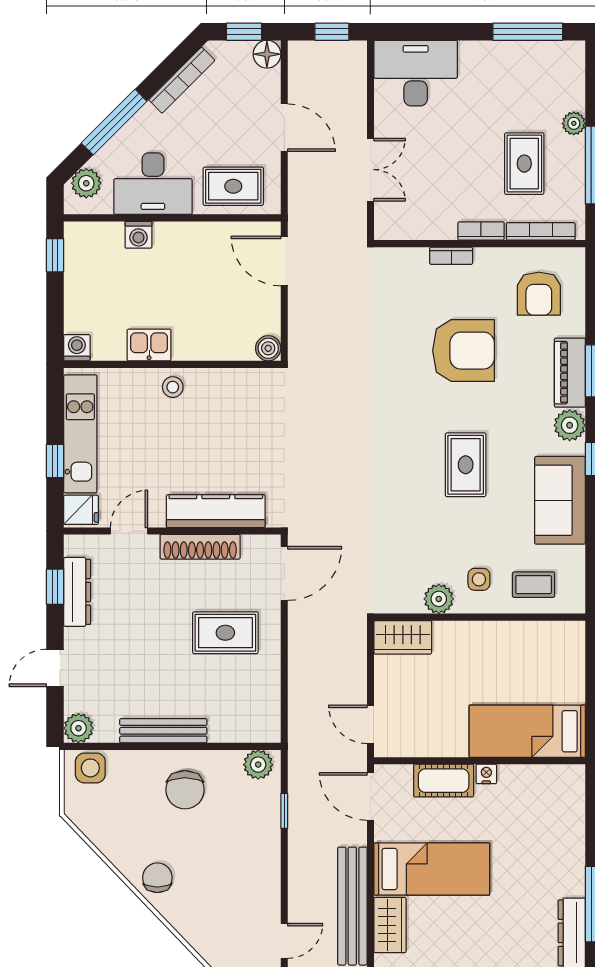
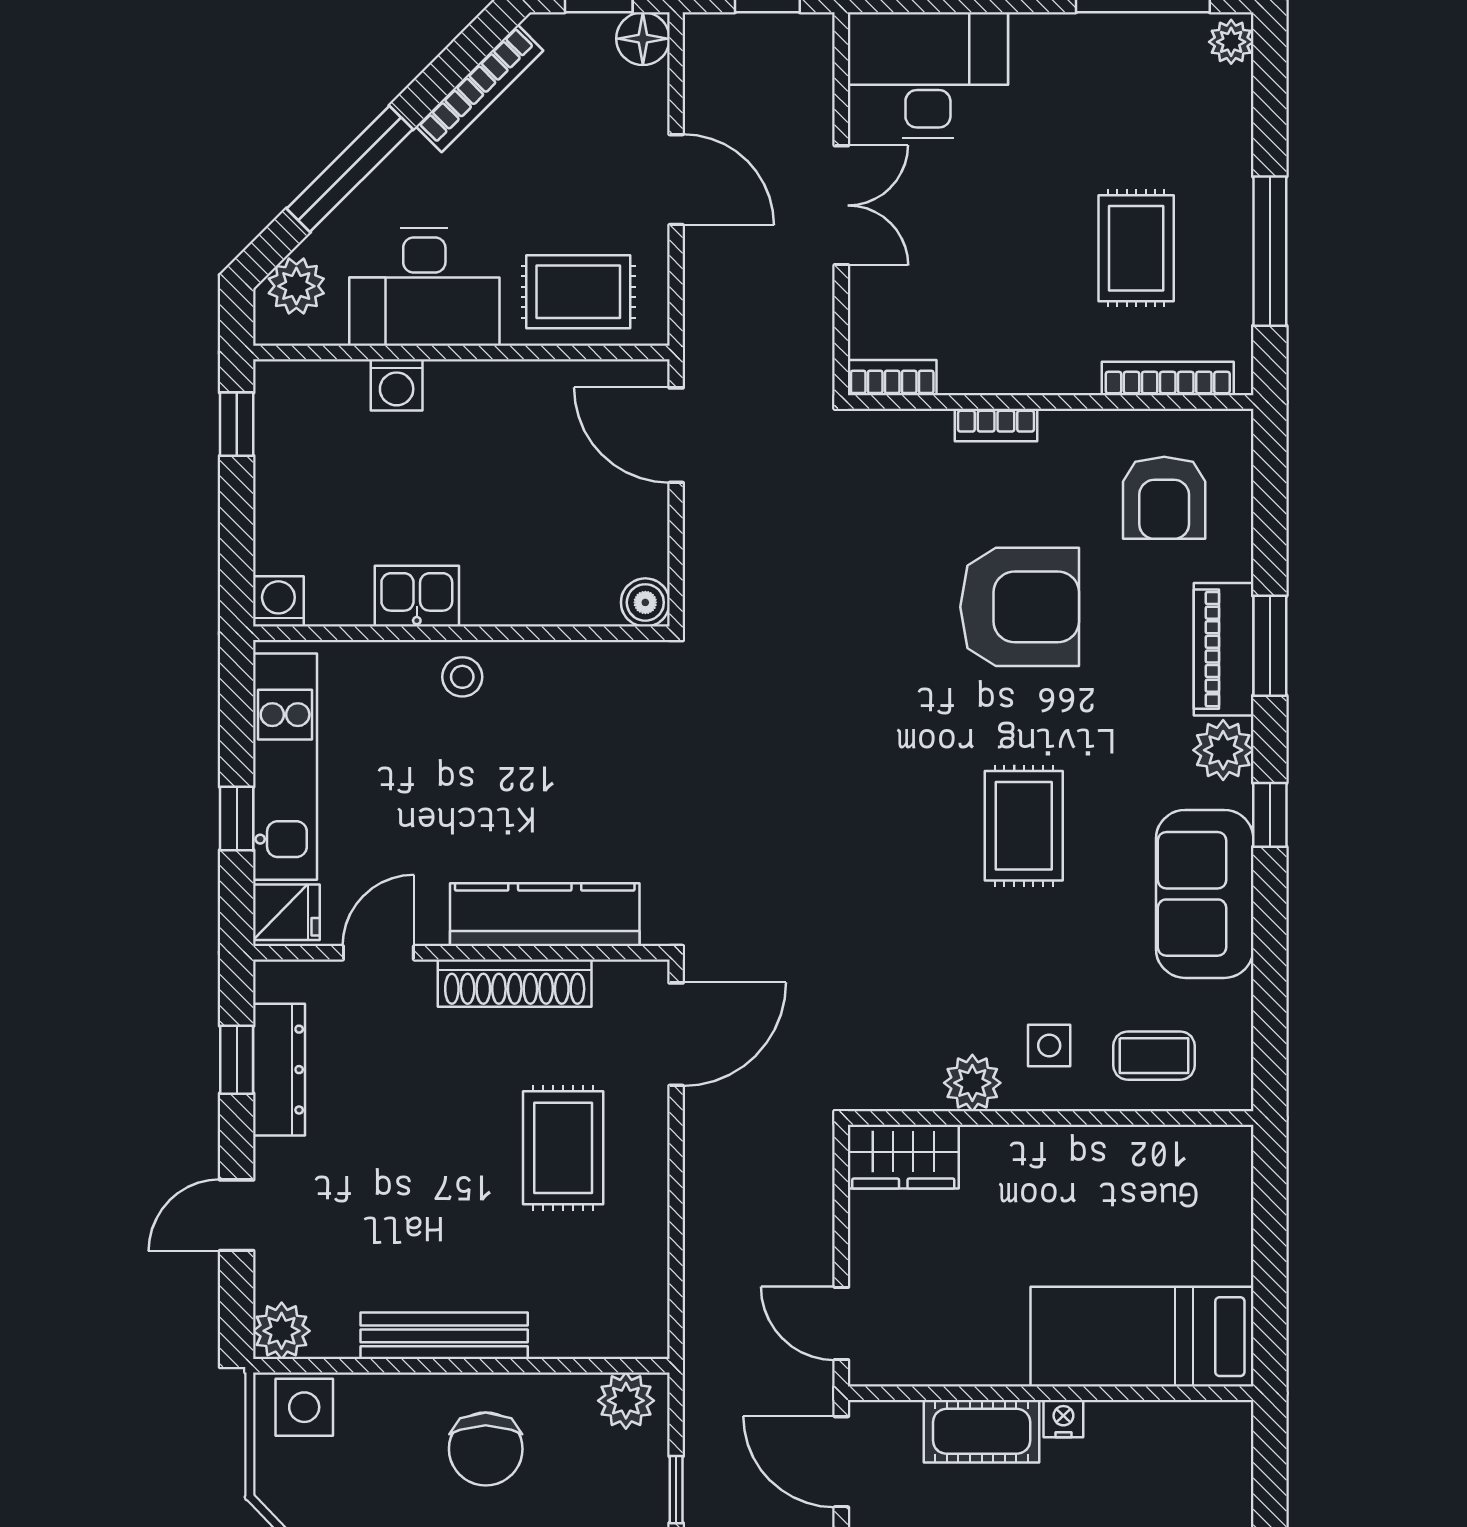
plant: (574, 123) -> (1231, 42), moved
double door: (370, 170) -> (841, 205), moved
bookcase: (481, 231) -> (892, 378), moved
rug: (225, 633) -> (563, 1148), turned 90

